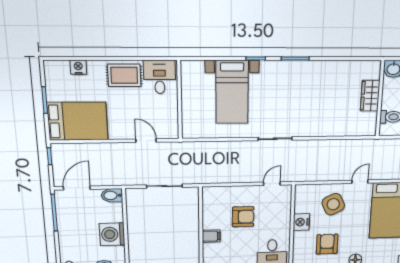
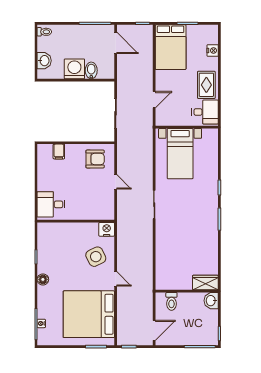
bed with nightstands: (232, 92) -> (180, 154), moved, turned -90
wardrobe: (370, 96) -> (205, 283), moved
door: (272, 184) -> (116, 182), moved
bidet: (112, 195) -> (91, 70), moved
armchair: (243, 217) -> (95, 159), moved, turned -90
nightstand: (301, 222) -> (107, 229), moved
filing cabinet: (211, 236) -> (59, 152), moved
armchair: (327, 244) -> (59, 253), removed

